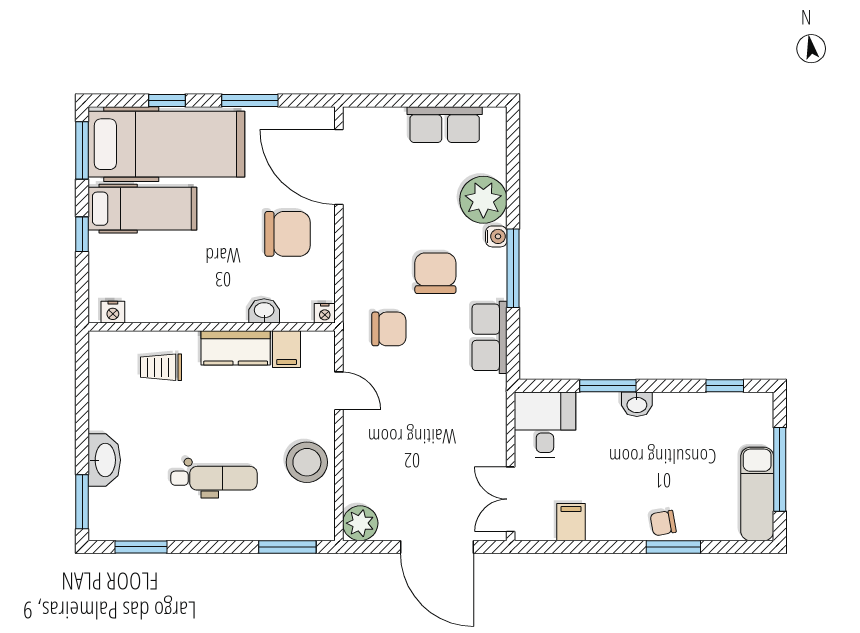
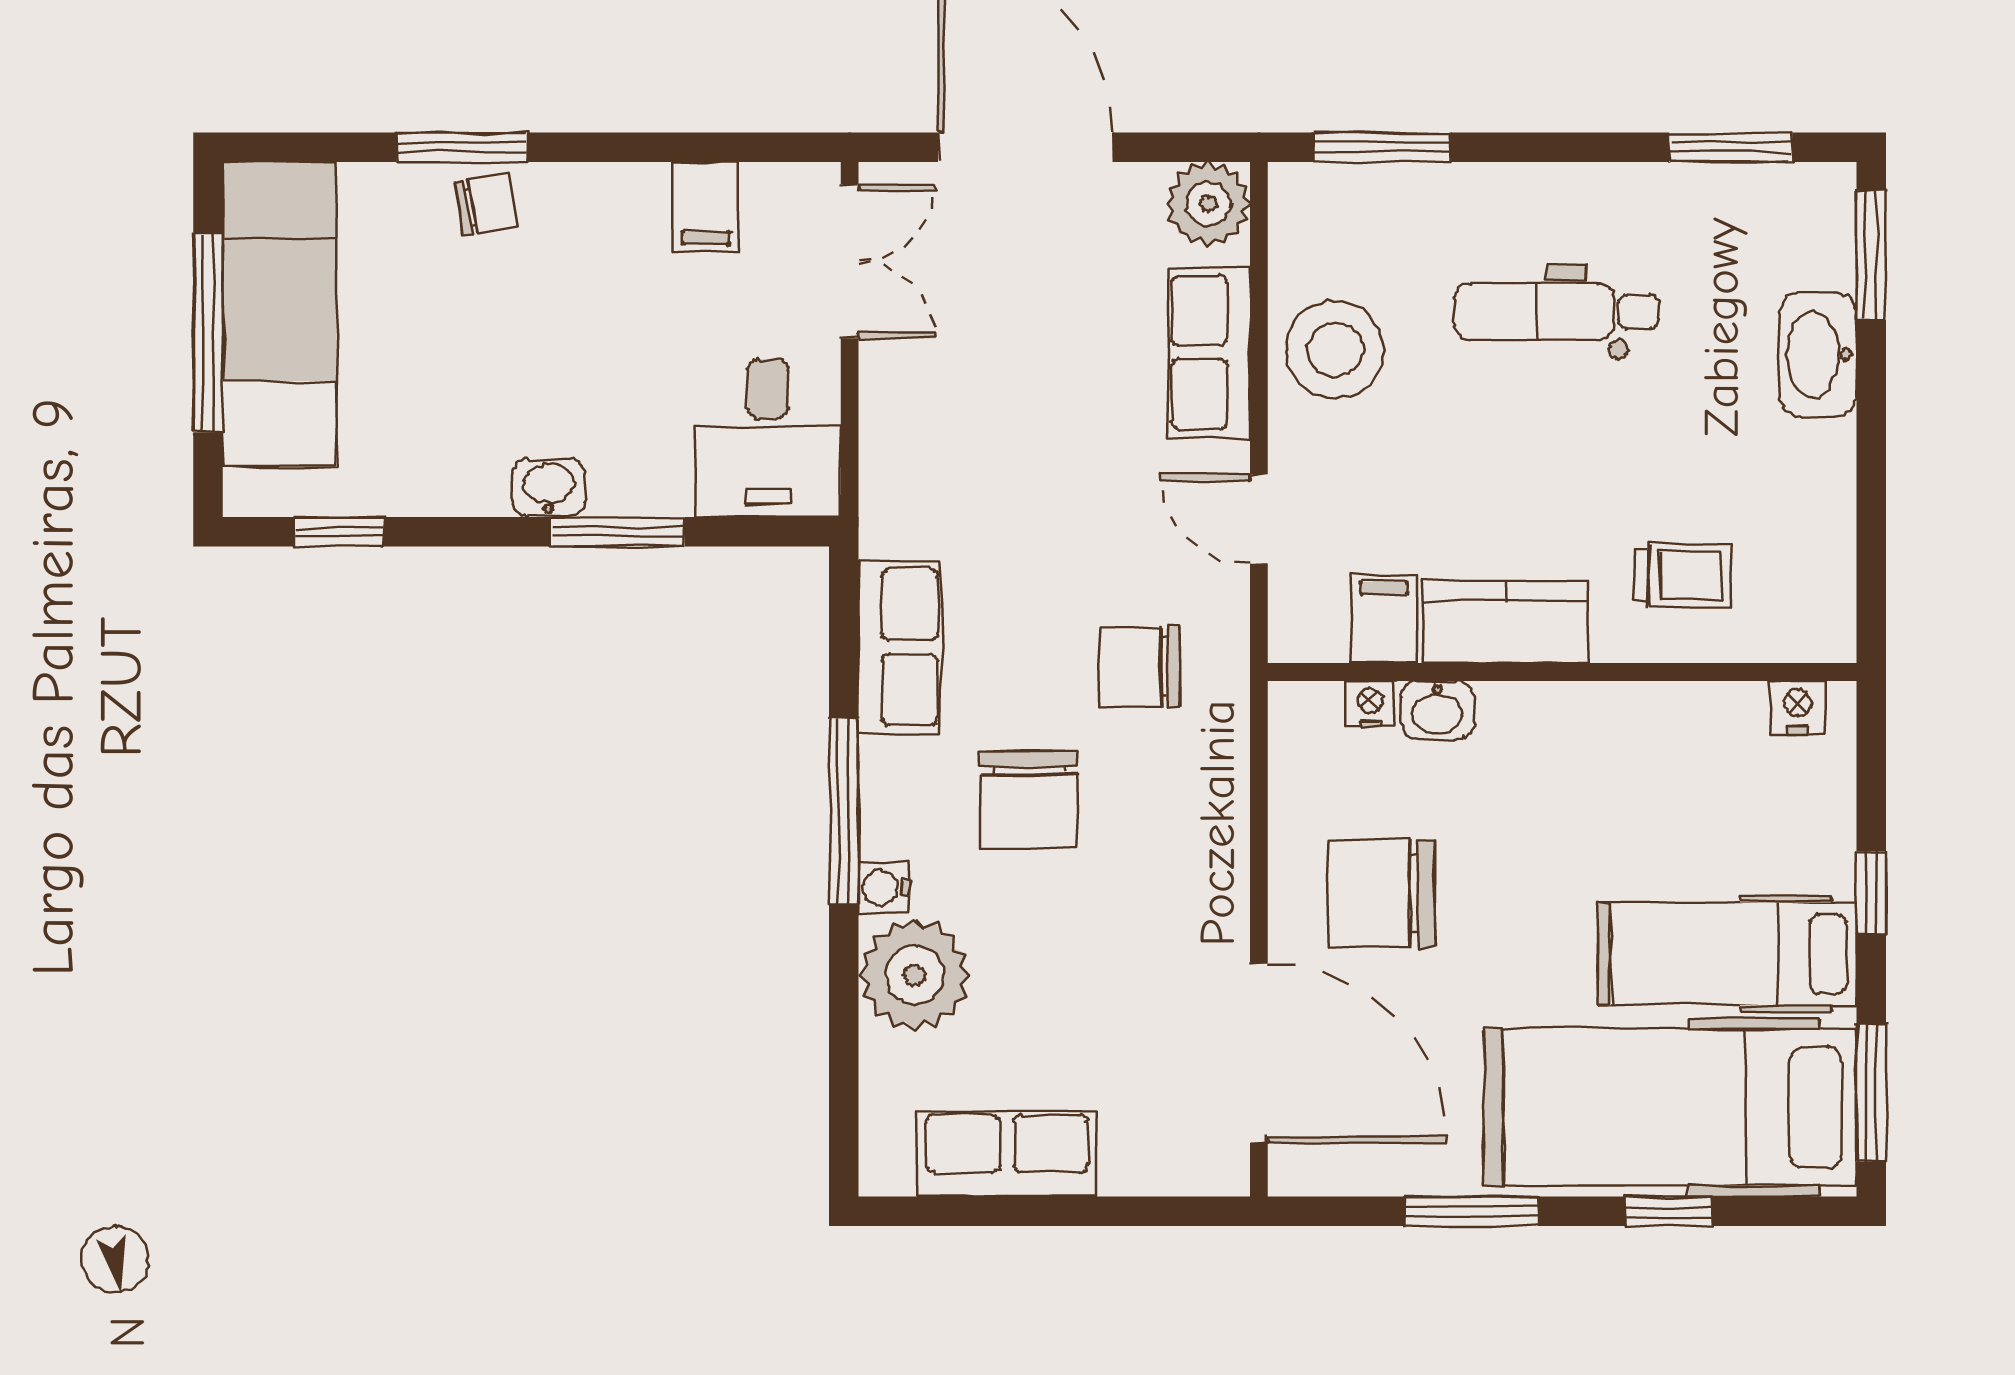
nightstand: (325, 313) -> (1370, 704), moved
row of seats: (360, 461) -> (1209, 352), added
exam couch: (757, 494) -> (280, 314), width x1.36, depth x1.45

